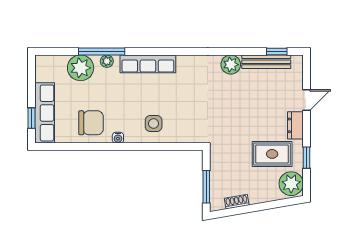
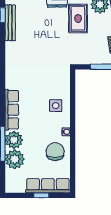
plant: (107, 61) -> (14, 140), width x1.88, depth x1.88
plant: (231, 65) -> (12, 49), removed
window: (32, 118) -> (41, 195), moved

